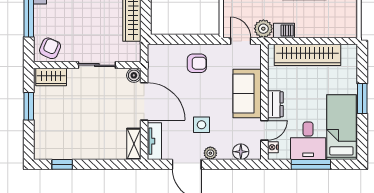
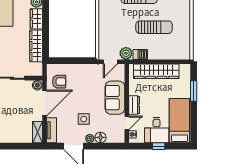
door: (241, 41) -> (110, 62), swing flipped
armchair: (197, 63) -> (59, 82), moved
window: (362, 99) -> (194, 91), moved
door: (144, 101) -> (44, 103), hinge flipped
floor lamp: (241, 152) -> (100, 137), moved
window: (311, 164) -> (159, 146), width x0.46

